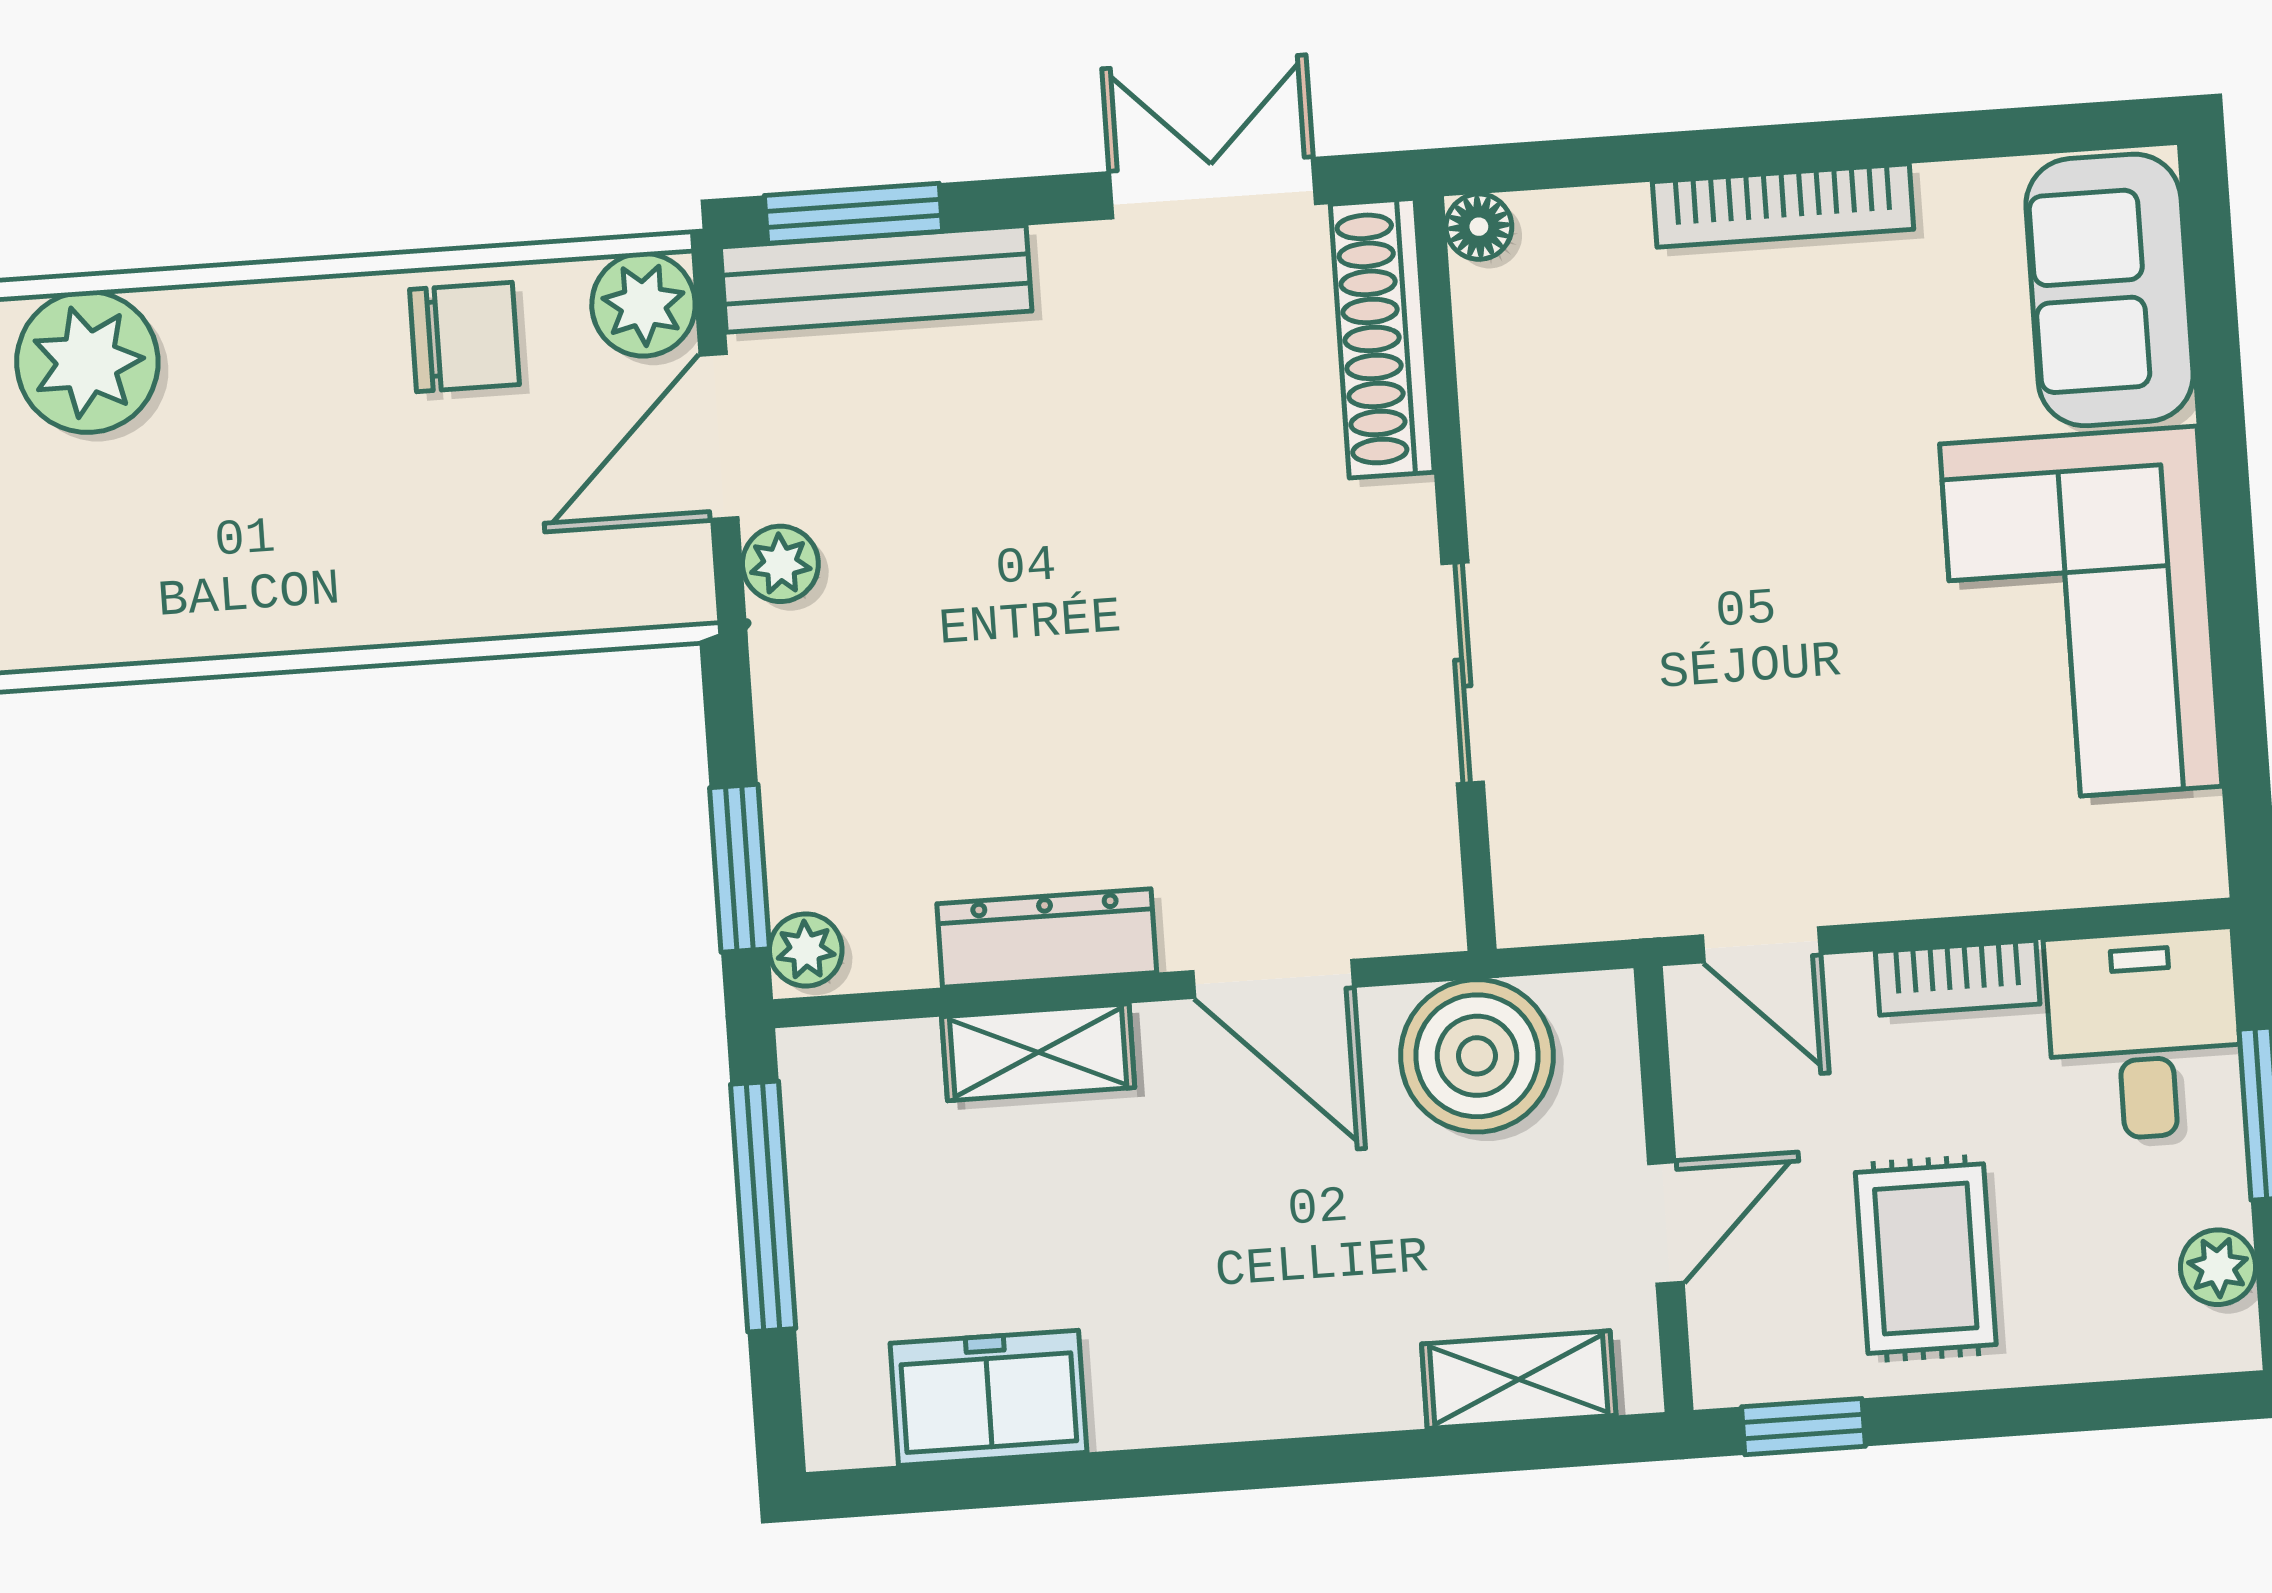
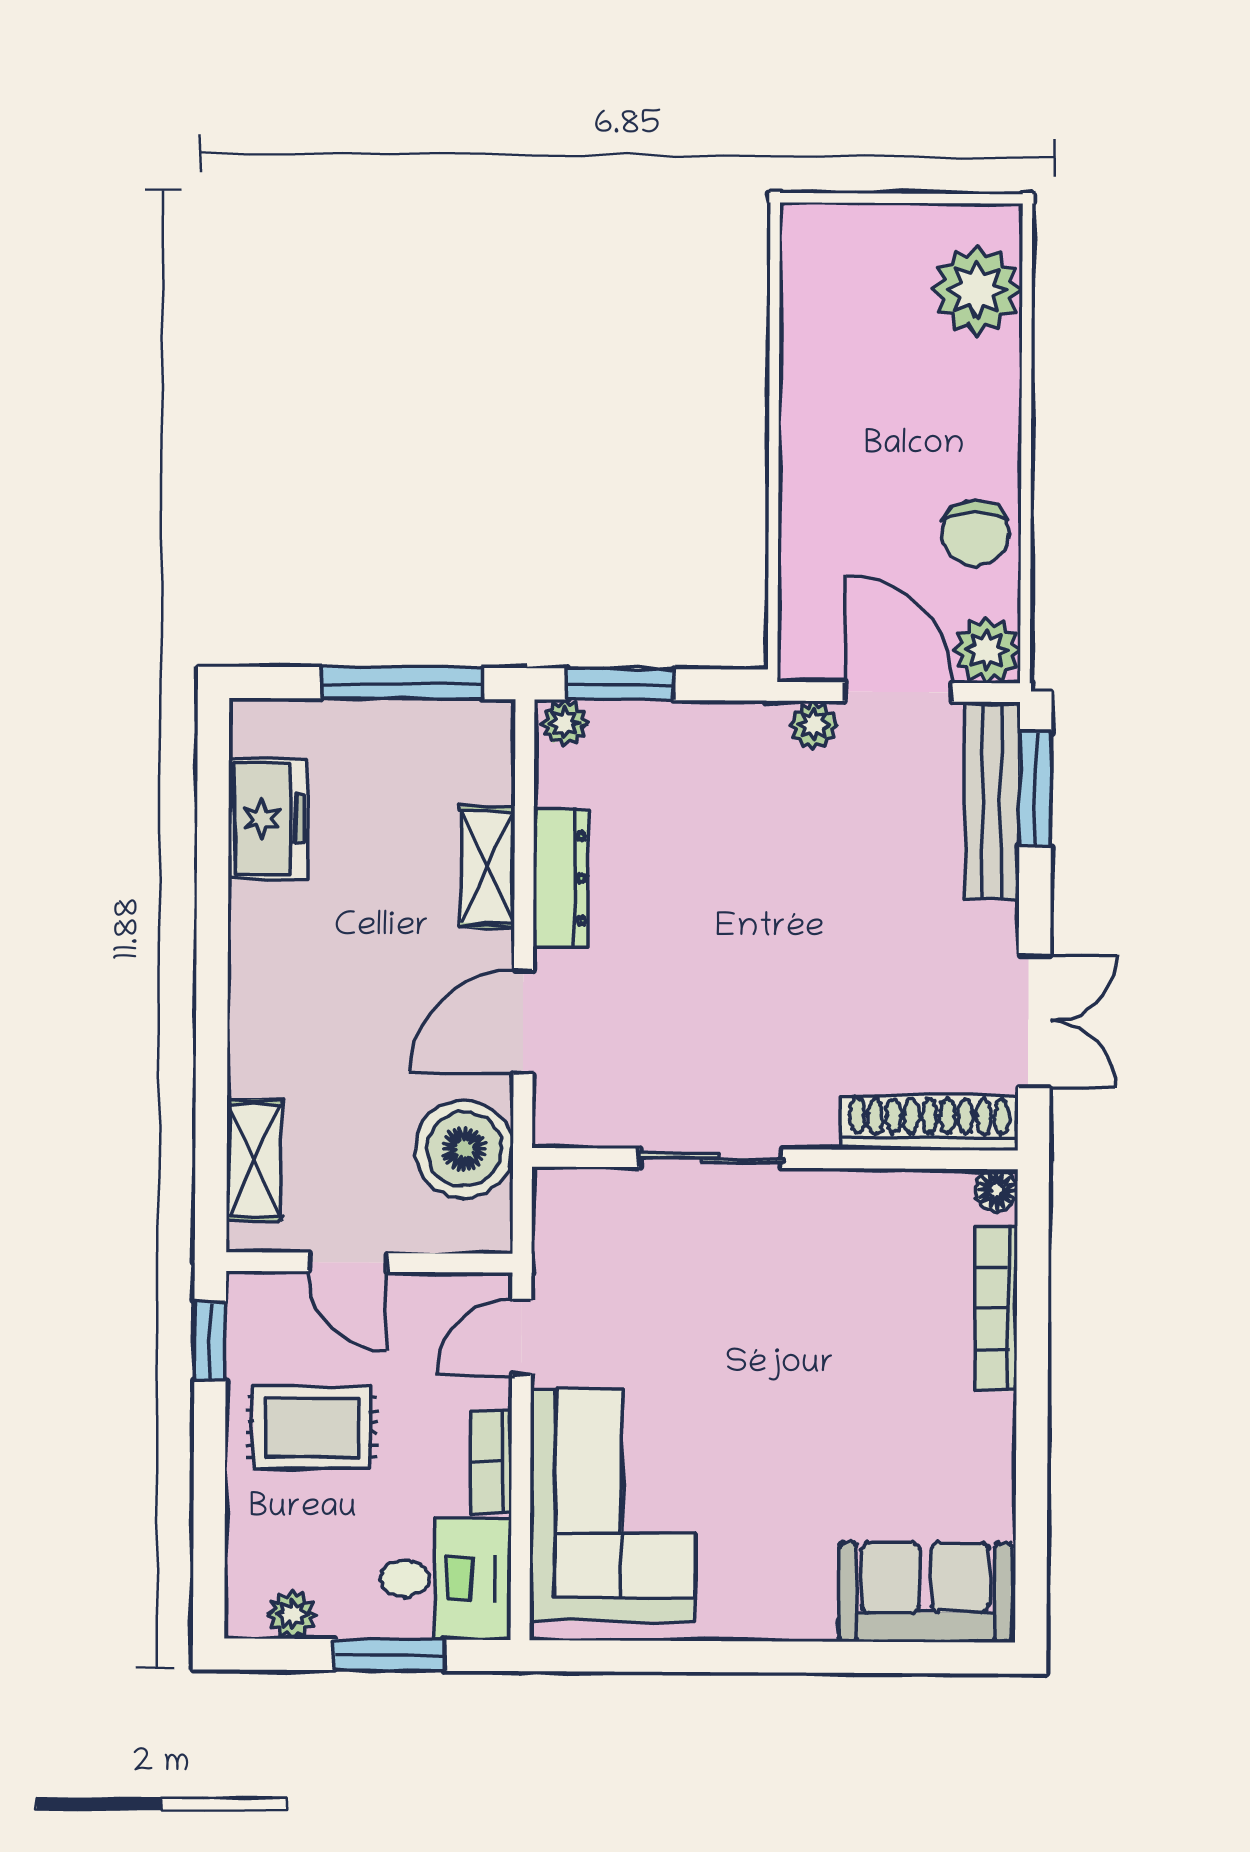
bookcase: (1783, 206) -> (996, 1308), moved
corner sofa: (2081, 615) -> (613, 1505), moved, turned 90

